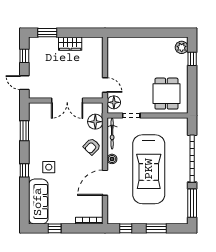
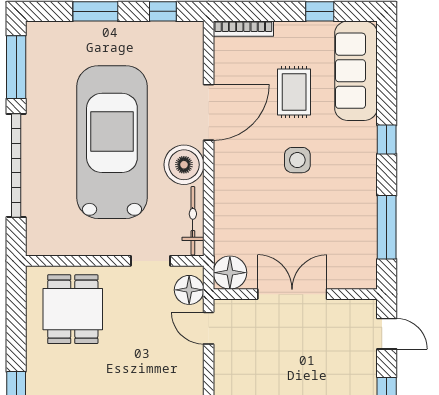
floor lamp: (95, 122) -> (230, 273), moved
window: (24, 131) -> (387, 227), width x1.44
armchair: (92, 147) -> (238, 192), removed
boiler: (112, 159) -> (184, 165), width x1.86, depth x1.86
side table: (49, 167) -> (297, 160), moved
rug: (66, 192) -> (294, 92), added

